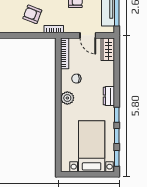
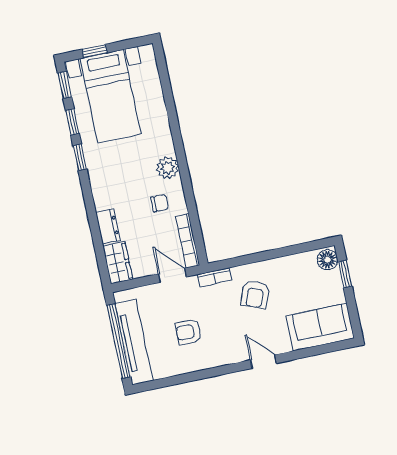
armchair: (32, 14) -> (255, 294), turned 90
door: (88, 35) -> (172, 275), moved
dresser: (109, 96) -> (108, 227), moved
window: (95, 174) -> (95, 51), added

